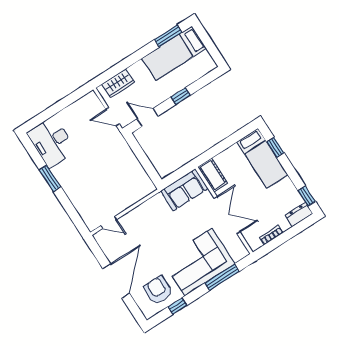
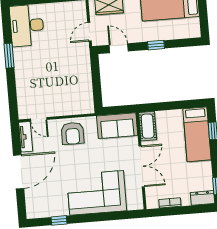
door: (113, 117) -> (89, 32), hinge flipped
tv unit: (105, 245) -> (26, 137), added
window: (222, 277) -> (109, 216), removed
armchair: (158, 290) -> (73, 133), moved, turned 180

